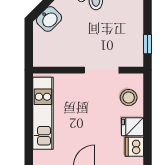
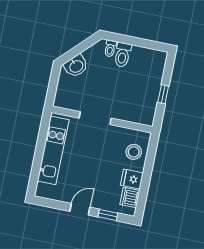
window: (148, 44) -> (163, 94), moved
doorway: (102, 70) -> (95, 118), moved

